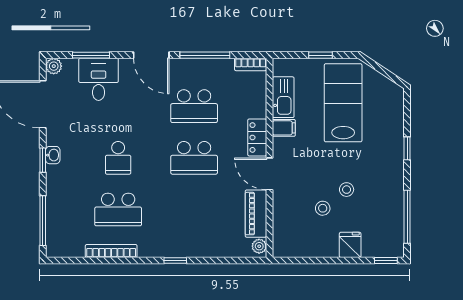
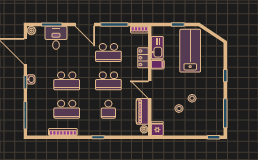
locker: (257, 137) -> (143, 58), moved
school desk: (118, 158) -> (67, 81), width x1.85
school desk: (194, 210) -> (108, 109), added
fridge: (350, 245) -> (157, 129), moved

